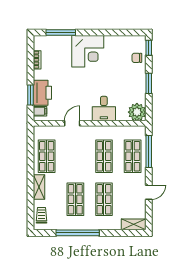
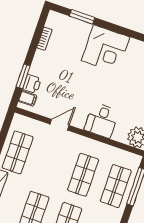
window: (61, 33) -> (82, 17), width x0.69
printer: (42, 93) -> (32, 84), width x0.53, depth x0.68

